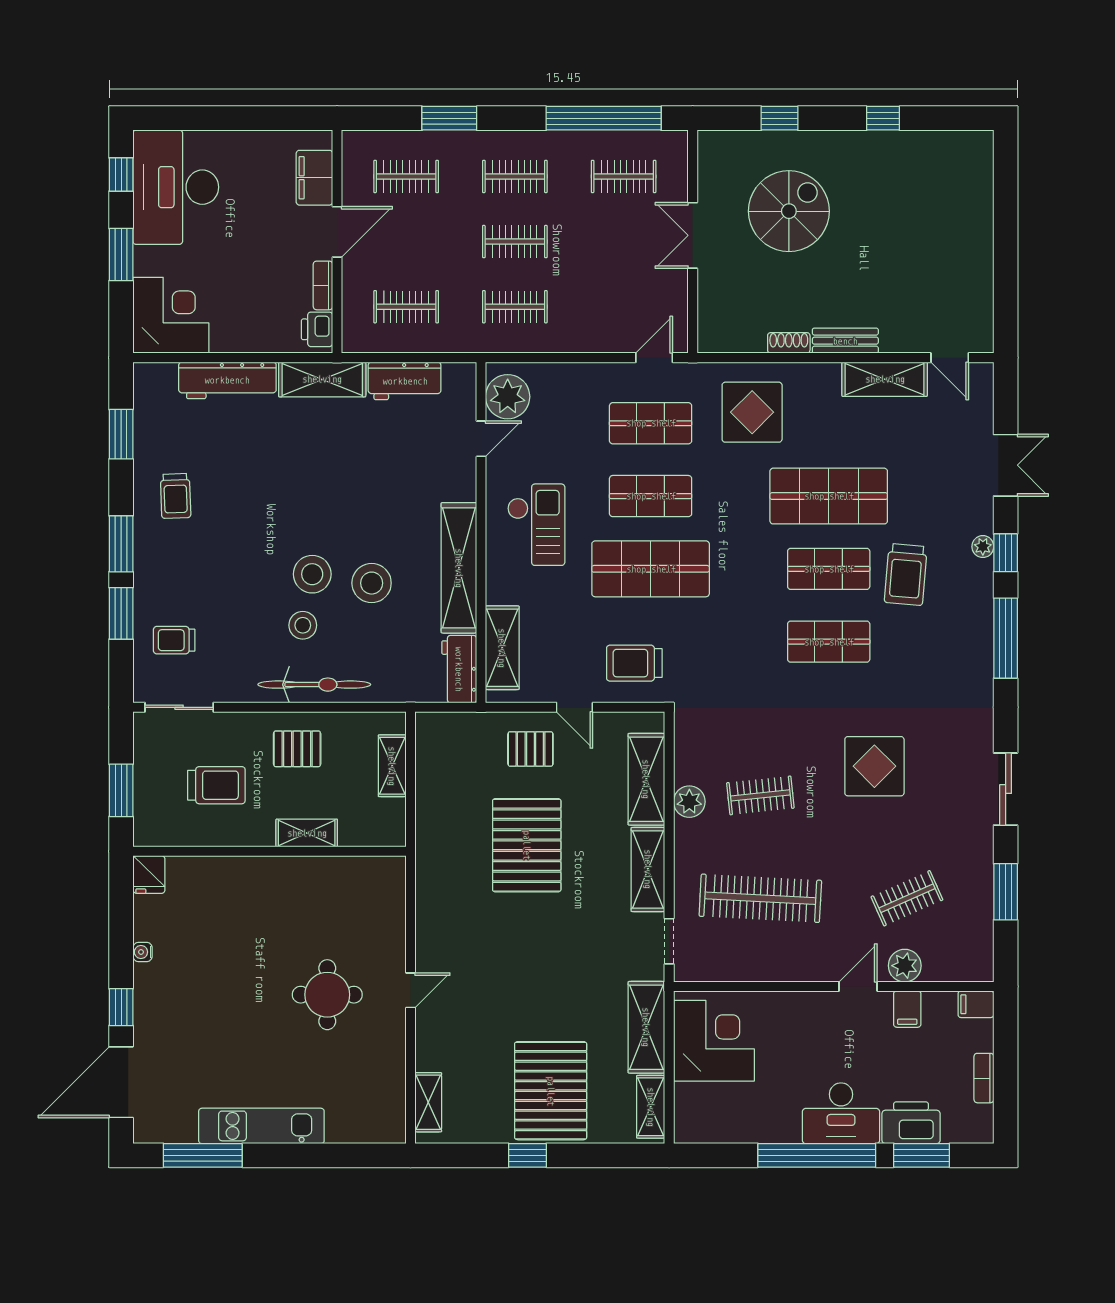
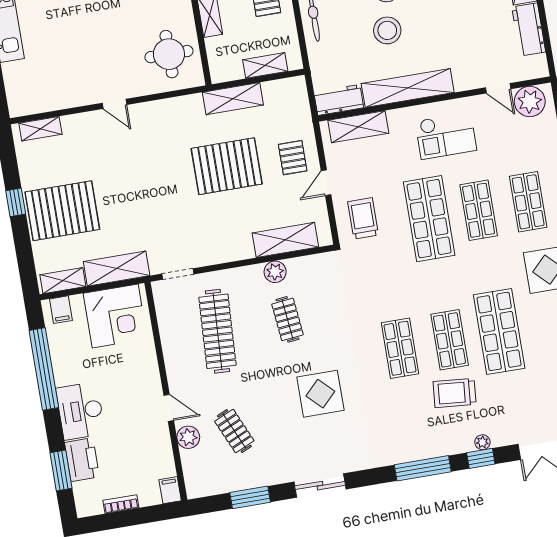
shelving: (648, 869) -> (233, 99), moved
round table: (327, 995) -> (169, 54), moved
filing cabinet: (907, 1009) -> (61, 310), moved, turned -90
window: (817, 1155) -> (44, 369), moved

